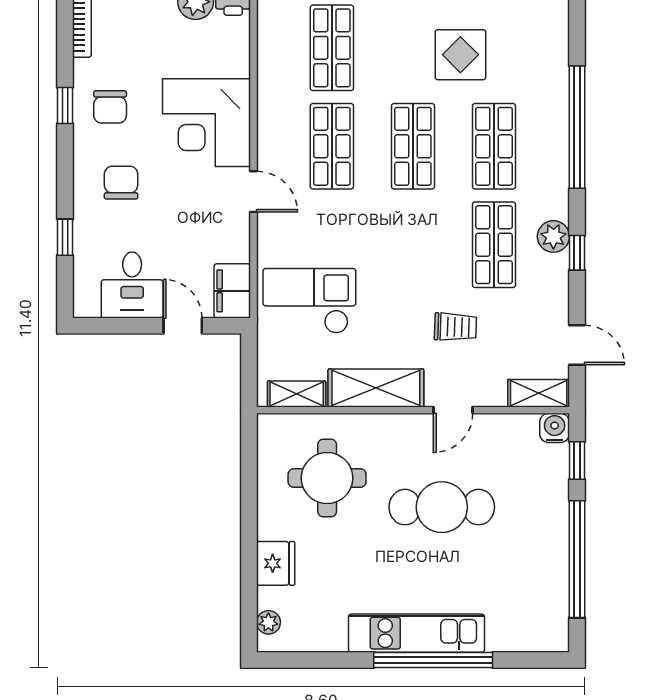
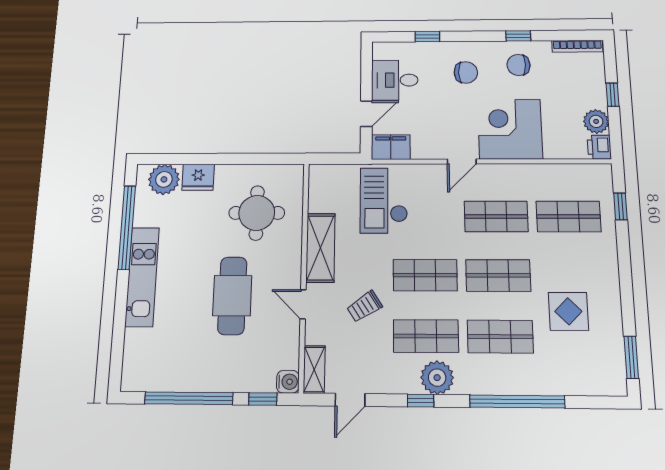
plant: (553, 236) -> (437, 378), width x1.36, depth x1.36
shop shelf: (413, 245) -> (425, 275), added
checkout: (309, 301) -> (384, 200), turned 180
trolley: (455, 327) -> (364, 307), turned 55
shelving: (297, 394) -> (317, 192), removed
plant: (268, 622) -> (164, 179), width x1.88, depth x1.88
window: (433, 660) -> (127, 227), moved

